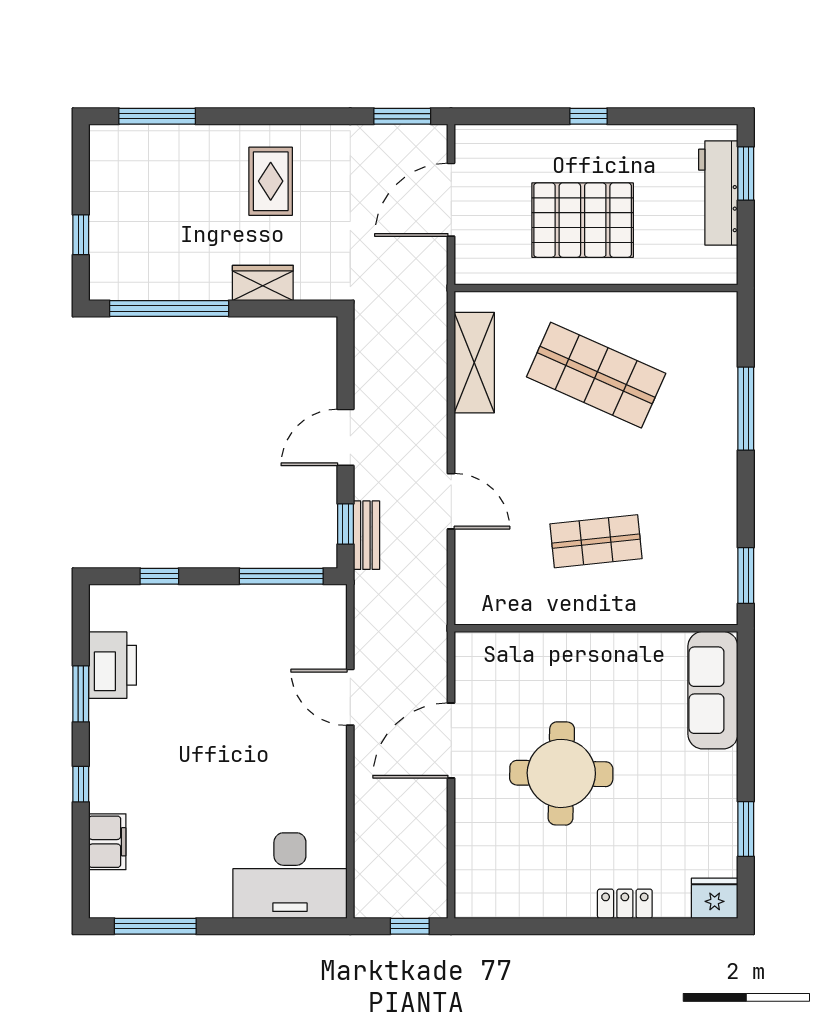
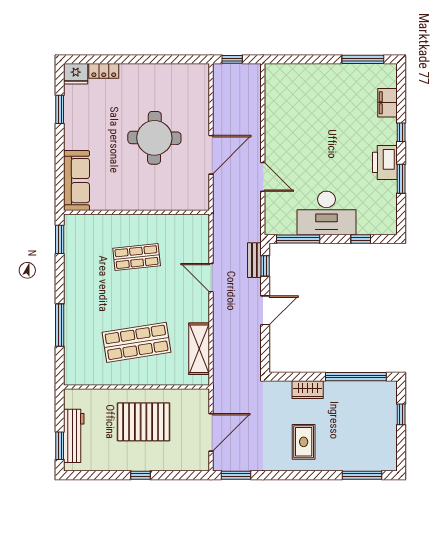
shop shelf: (596, 375) -> (137, 342), turned -33
printer: (113, 665) -> (385, 162), moved
desk: (290, 876) -> (326, 213), moved, turned 180
locker: (625, 904) -> (104, 71), moved

